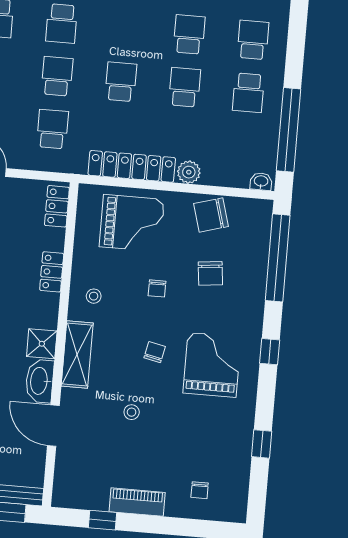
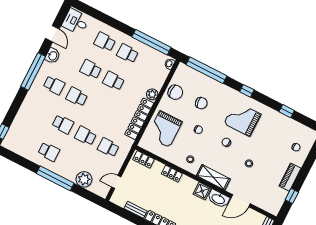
school desk: (121, 82) -> (77, 97), moved
school desk: (248, 93) -> (128, 53), turned 180
chair: (211, 215) -> (175, 92), turned -74
grand piano: (132, 223) -> (165, 129), turned 180

